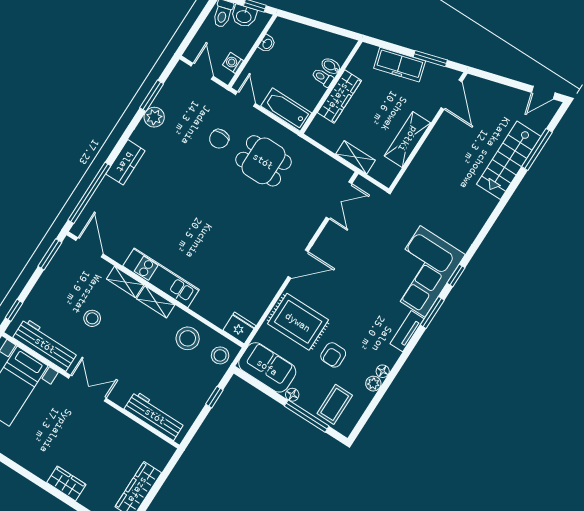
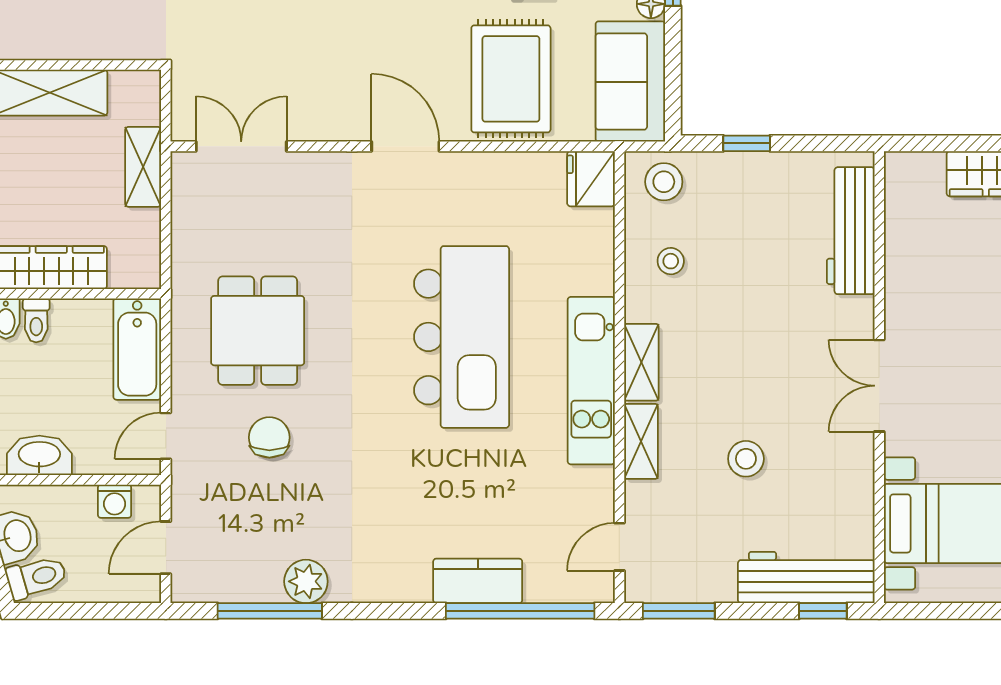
washbasin: (267, 44) -> (39, 455), width x1.91, depth x1.45
window: (152, 96) -> (270, 611), width x1.44
chair: (219, 139) -> (269, 437), turned -90
kitchen counter: (125, 162) -> (478, 581), moved
kitchen island: (210, 238) -> (462, 337), added
door: (90, 247) -> (619, 547), width x0.73
stool: (188, 338) -> (671, 261), width x0.53, depth x0.53
workbench: (45, 345) -> (806, 577), moved, turned 90

